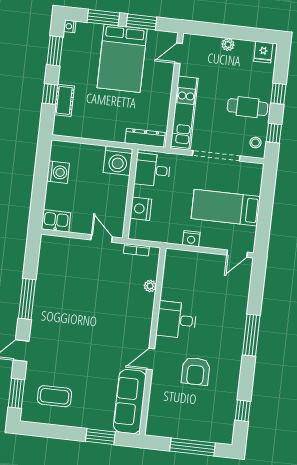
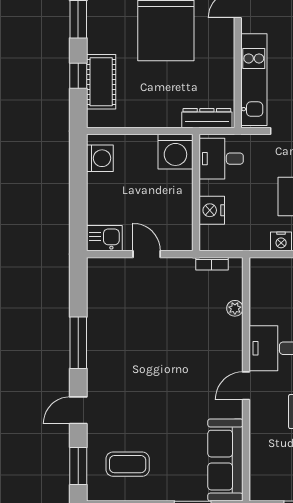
cot: (64, 100) -> (101, 82), width x1.37, depth x1.34
washing machine: (58, 172) -> (100, 158), moved
door: (102, 238) -> (147, 254), moved
door: (151, 359) -> (246, 386), moved

